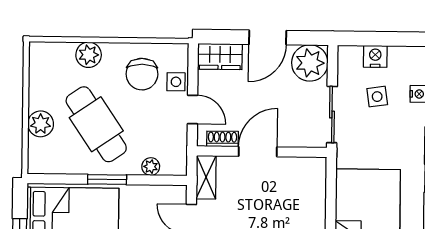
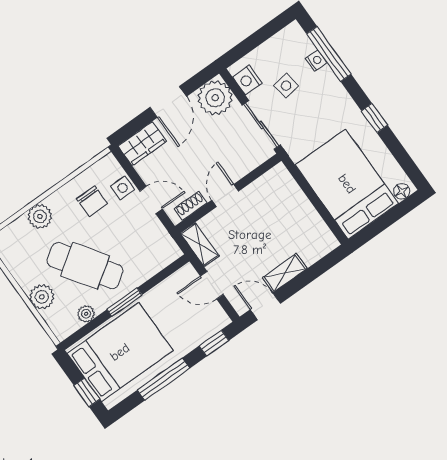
nightstand: (375, 56) -> (247, 80), moved, turned -90
chair: (142, 74) -> (92, 201), width x0.73, depth x0.73
door: (258, 152) -> (225, 196), width x0.73
plant: (151, 167) -> (86, 314), moved

